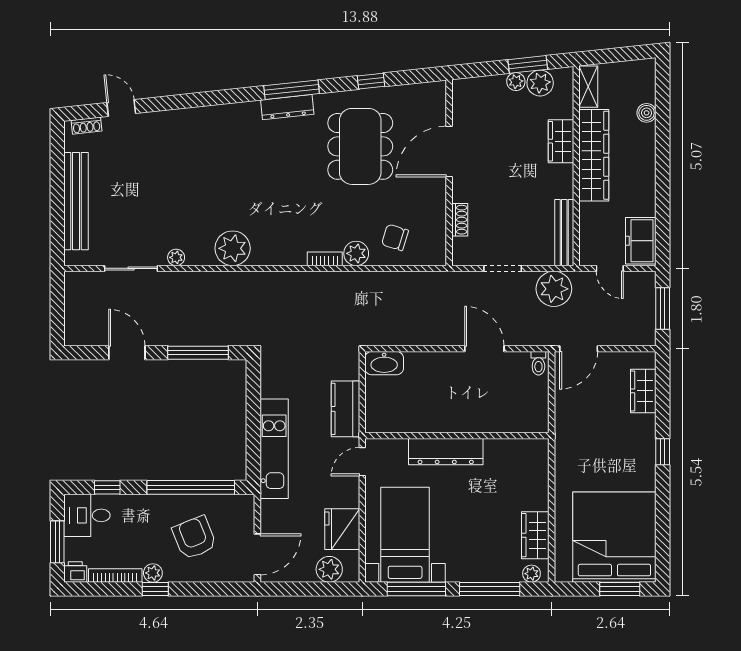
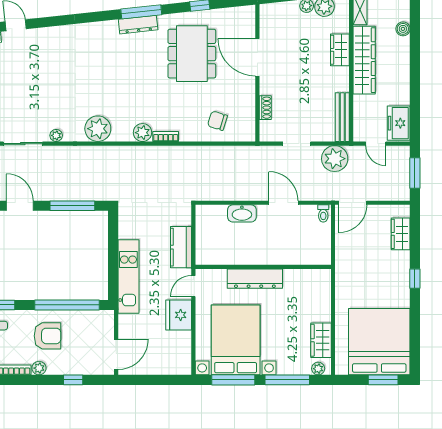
door: (449, 152) -> (257, 57), hinge flipped
plant: (356, 253) -> (142, 133), moved
washbasin: (384, 363) -> (242, 213), moved
fridge: (342, 529) -> (179, 315), moved
bed with nightstands: (405, 535) -> (236, 340), width x1.36
armchair: (194, 538) -> (48, 336), moved, turned 112
plant: (329, 569) -> (169, 365), removed
window: (155, 589) -> (73, 380), moved

